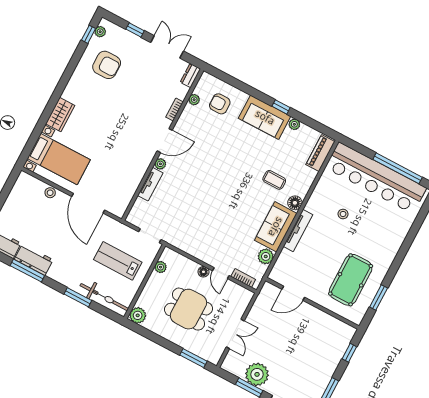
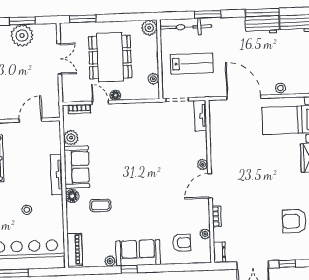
tv unit: (150, 184) -> (200, 116), moved
dining table: (188, 309) -> (110, 57), width x1.38
double door: (235, 334) -> (59, 59), swing flipped

